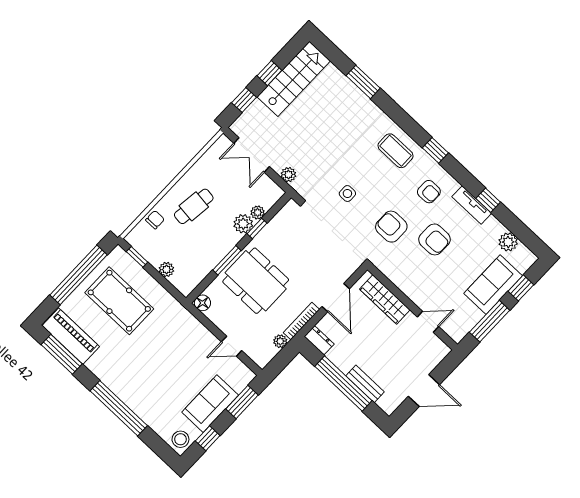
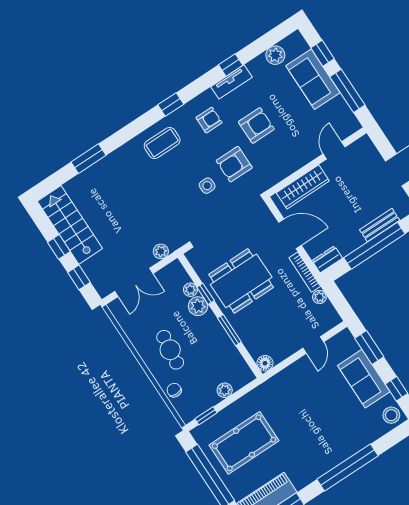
side table: (347, 194) -> (207, 186), moved
dining table: (256, 281) -> (241, 281), moved

